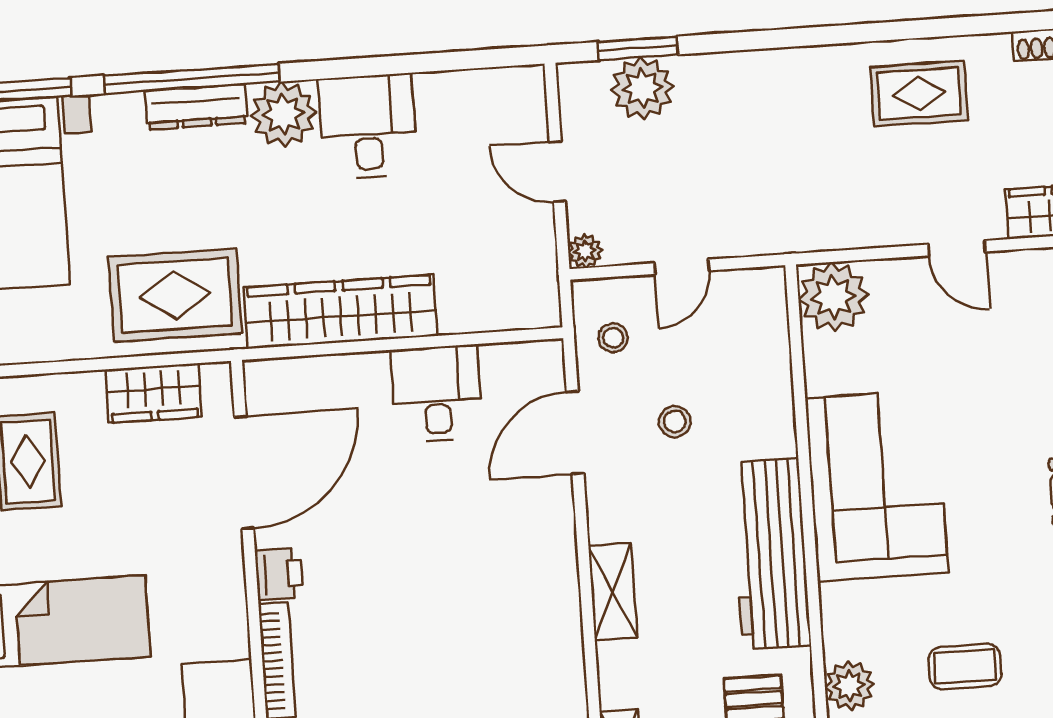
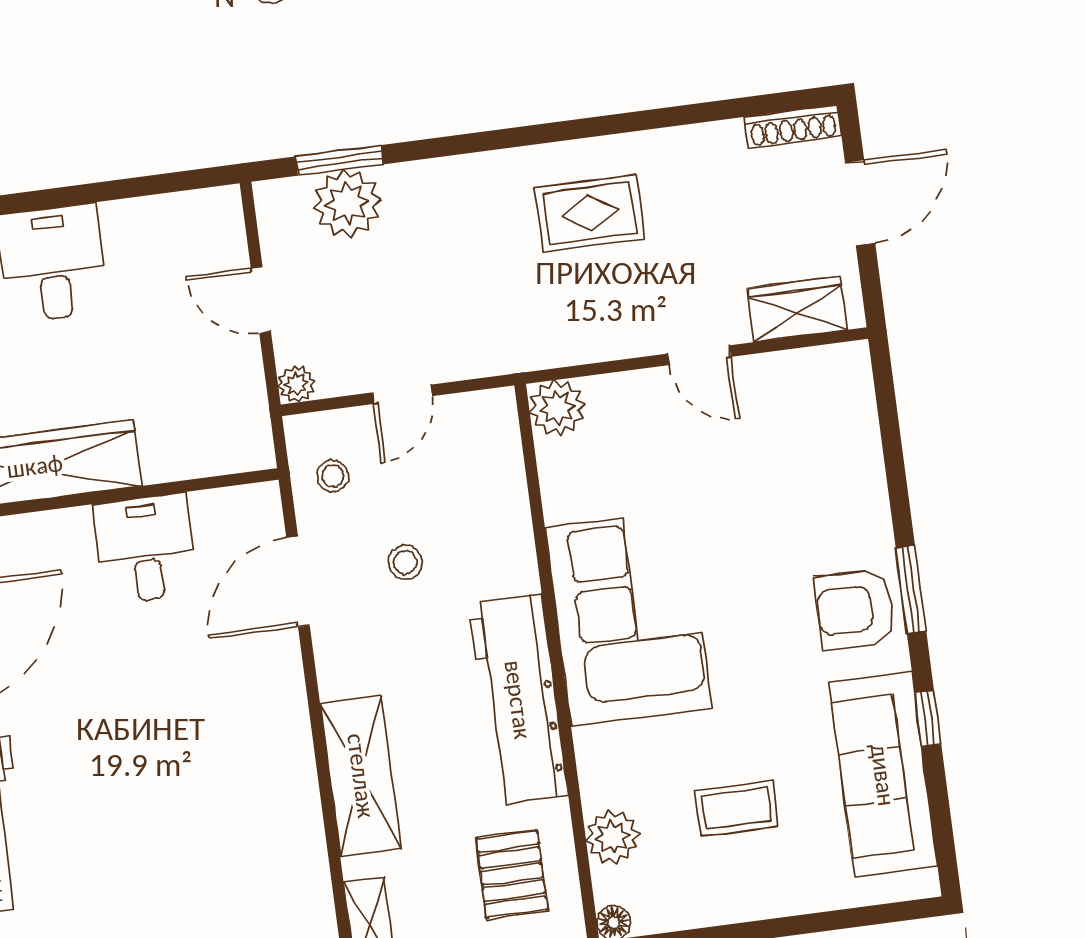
rug: (919, 93) -> (590, 213), moved
plant: (833, 297) -> (557, 408), width x0.73, depth x0.73
shelving: (613, 592) -> (361, 776), width x1.50, depth x1.33

